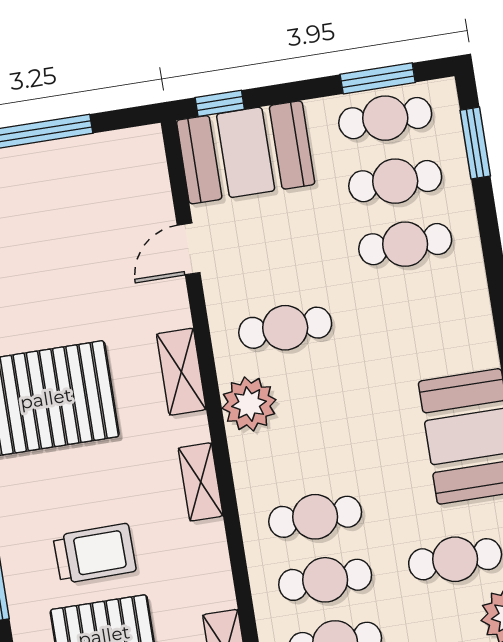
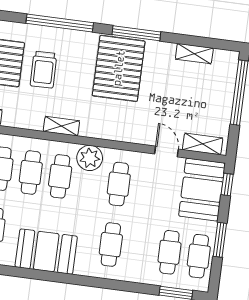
window: (378, 78) -> (220, 240), moved
cafe table: (405, 244) -> (111, 245), moved
shelving: (181, 372) -> (203, 144), moved
cafe table: (305, 454) -> (60, 176), added

